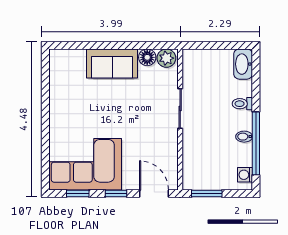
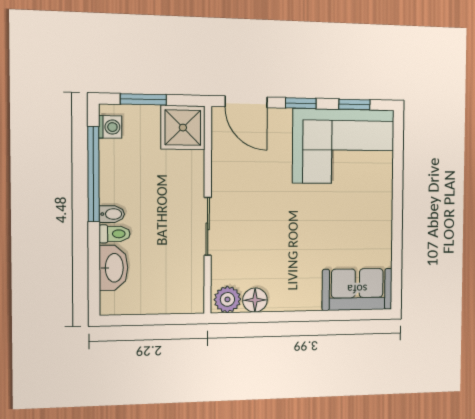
sofa: (112, 63) -> (357, 289), moved
washbasin: (243, 64) -> (113, 268), moved
bidet: (244, 137) -> (112, 214), moved
shower: (197, 175) -> (183, 128), added
window: (207, 194) -> (143, 99), moved

